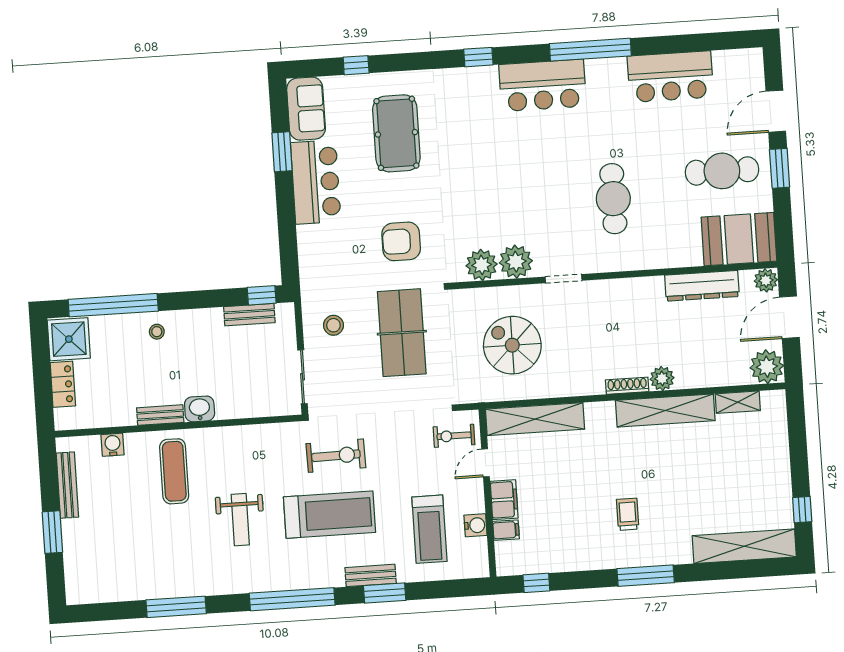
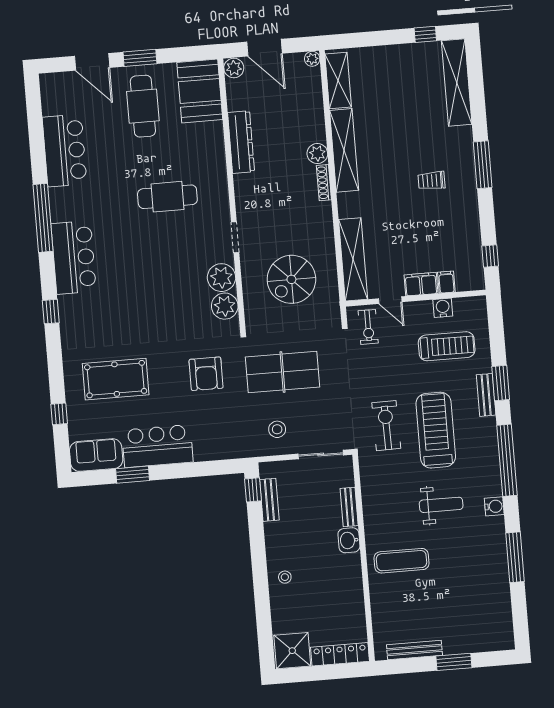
dresser: (702, 286) -> (241, 142), moved
window: (113, 305) -> (263, 614), removed
plant: (767, 367) -> (312, 59), width x0.53, depth x0.53
locker: (63, 384) -> (340, 654), width x1.53
shelving: (738, 402) -> (338, 80), width x1.50, depth x1.33
bench: (160, 415) -> (349, 507), moved
water cooler: (113, 445) -> (494, 506), moved, turned 180

